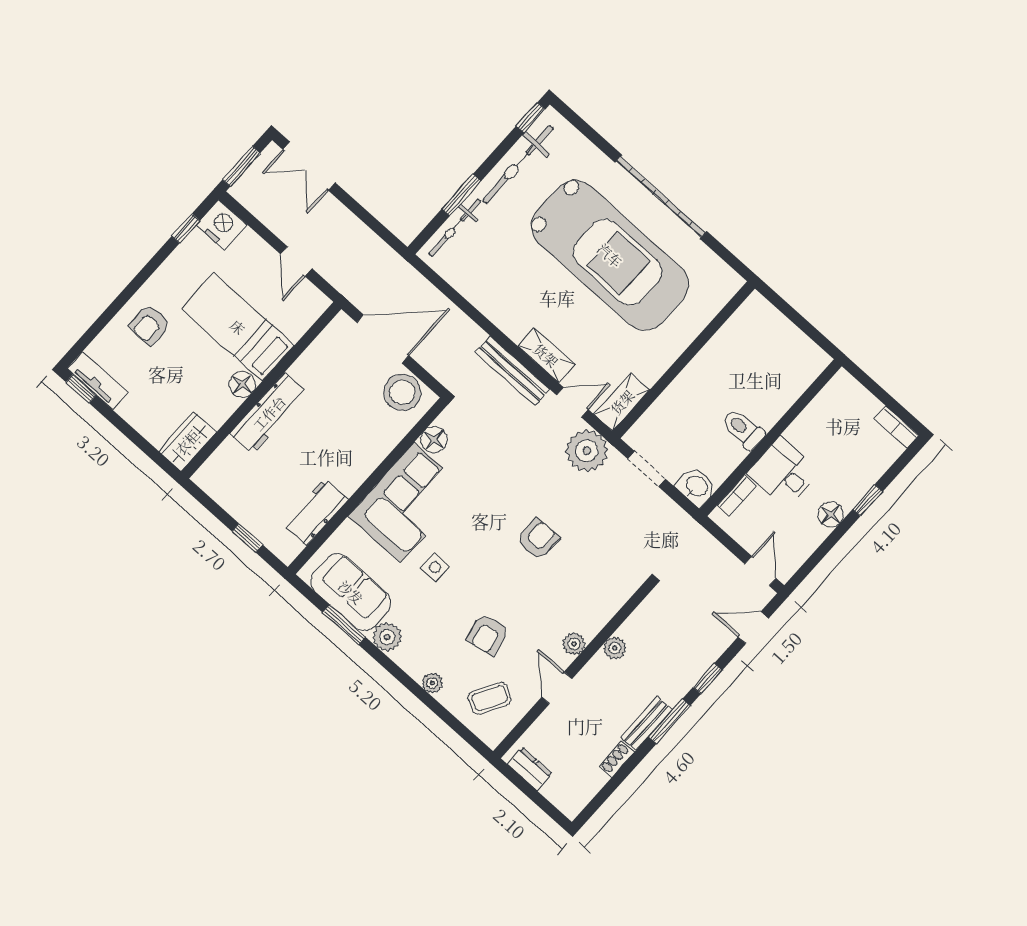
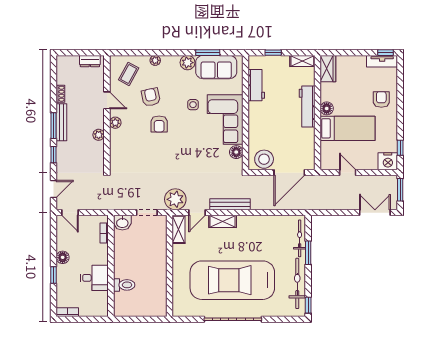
toilet: (743, 429) -> (124, 285), moved
desk: (783, 473) -> (94, 278), moved
shelving: (215, 487) -> (302, 61), added
armchair: (538, 539) -> (159, 124), moved
bench: (646, 723) -> (61, 122), width x1.36

